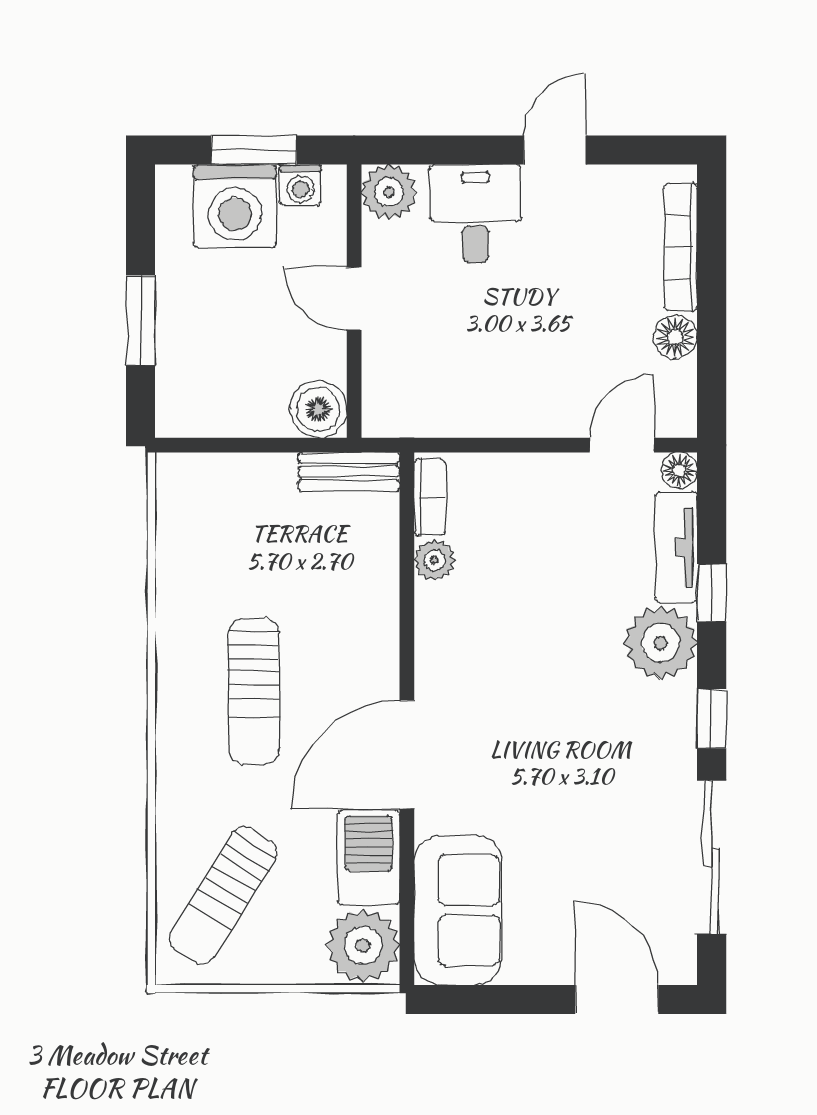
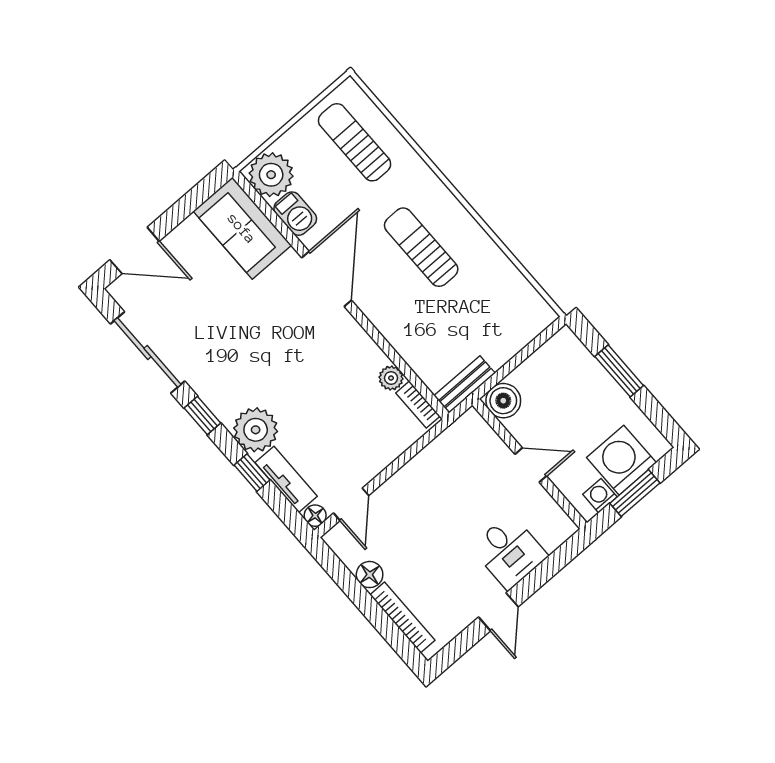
plant: (389, 192) -> (557, 527), removed
barbecue: (369, 858) -> (295, 214), width x0.73, depth x0.79
sun lounger: (223, 895) -> (355, 142), turned -32

